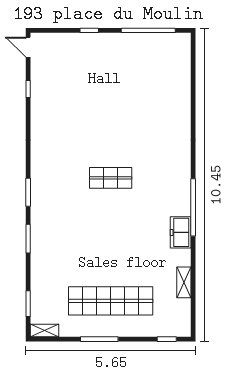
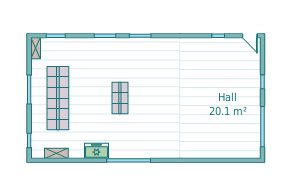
door: (28, 47) -> (250, 36), swing flipped
shop shelf: (111, 178) -> (120, 98), moved
freezer: (181, 232) -> (96, 151), moved
shelving: (184, 282) -> (56, 153), moved

